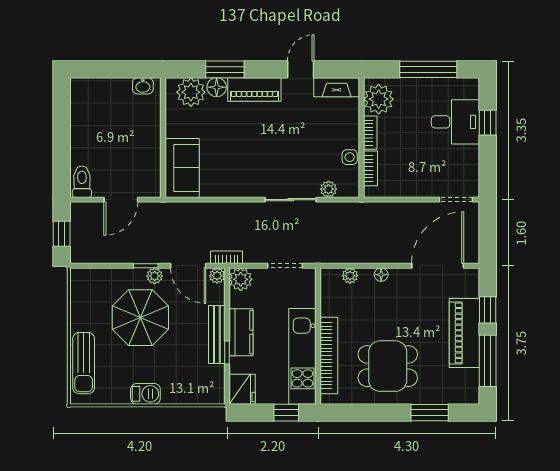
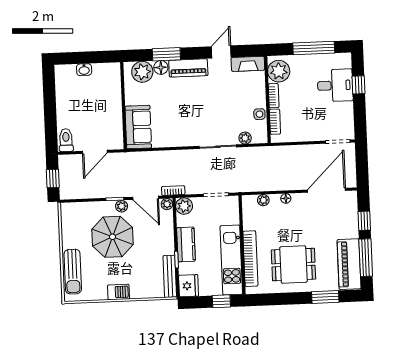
washbasin: (143, 86) -> (84, 70), moved
piano: (464, 333) -> (349, 264), moved
bench: (217, 334) -> (170, 276), moved

